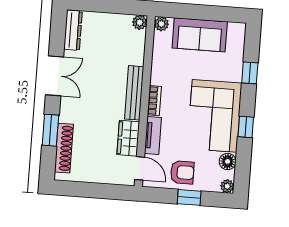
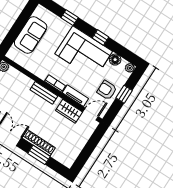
plant: (161, 24) -> (12, 54), removed
bench: (134, 93) -> (44, 93), width x0.73
shoe rack: (64, 148) -> (39, 143), moved
armchair: (182, 172) -> (107, 90), turned -90

